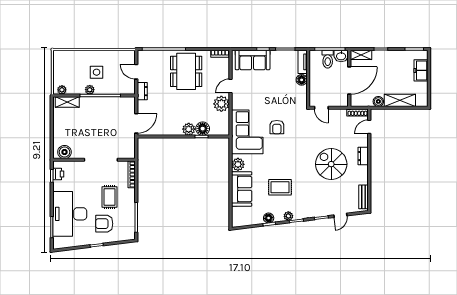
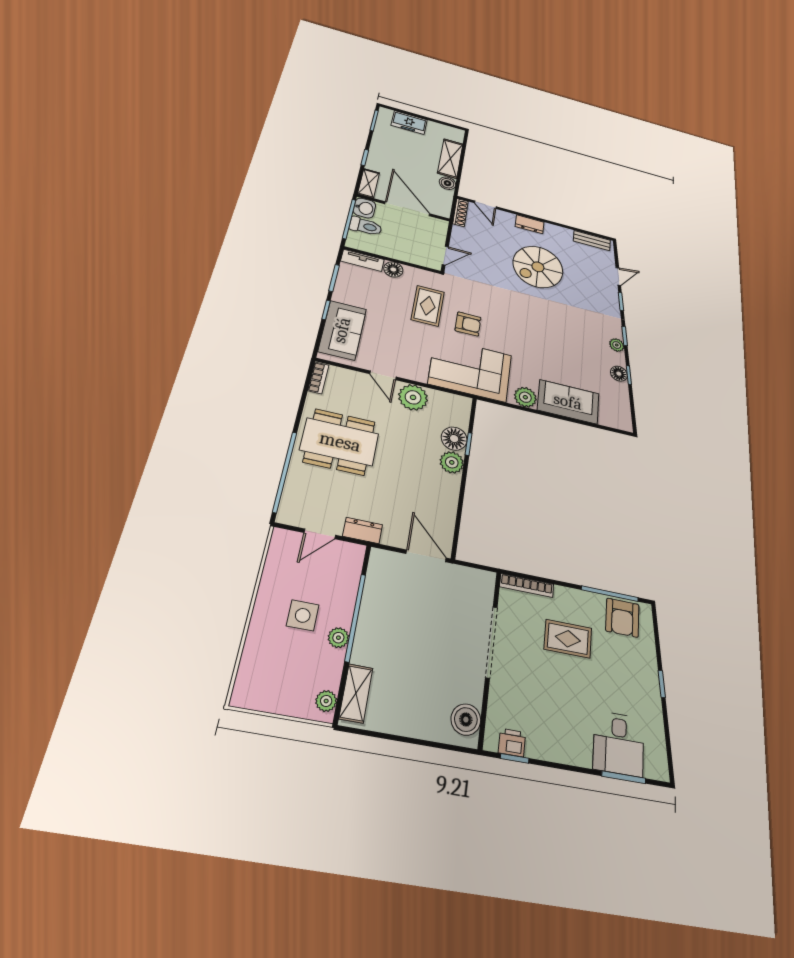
rug: (280, 187) -> (428, 306), moved
desk: (70, 214) -> (619, 744), width x0.53, depth x0.77
door: (340, 215) -> (618, 276), hinge flipped
armchair: (104, 224) -> (622, 618), moved

